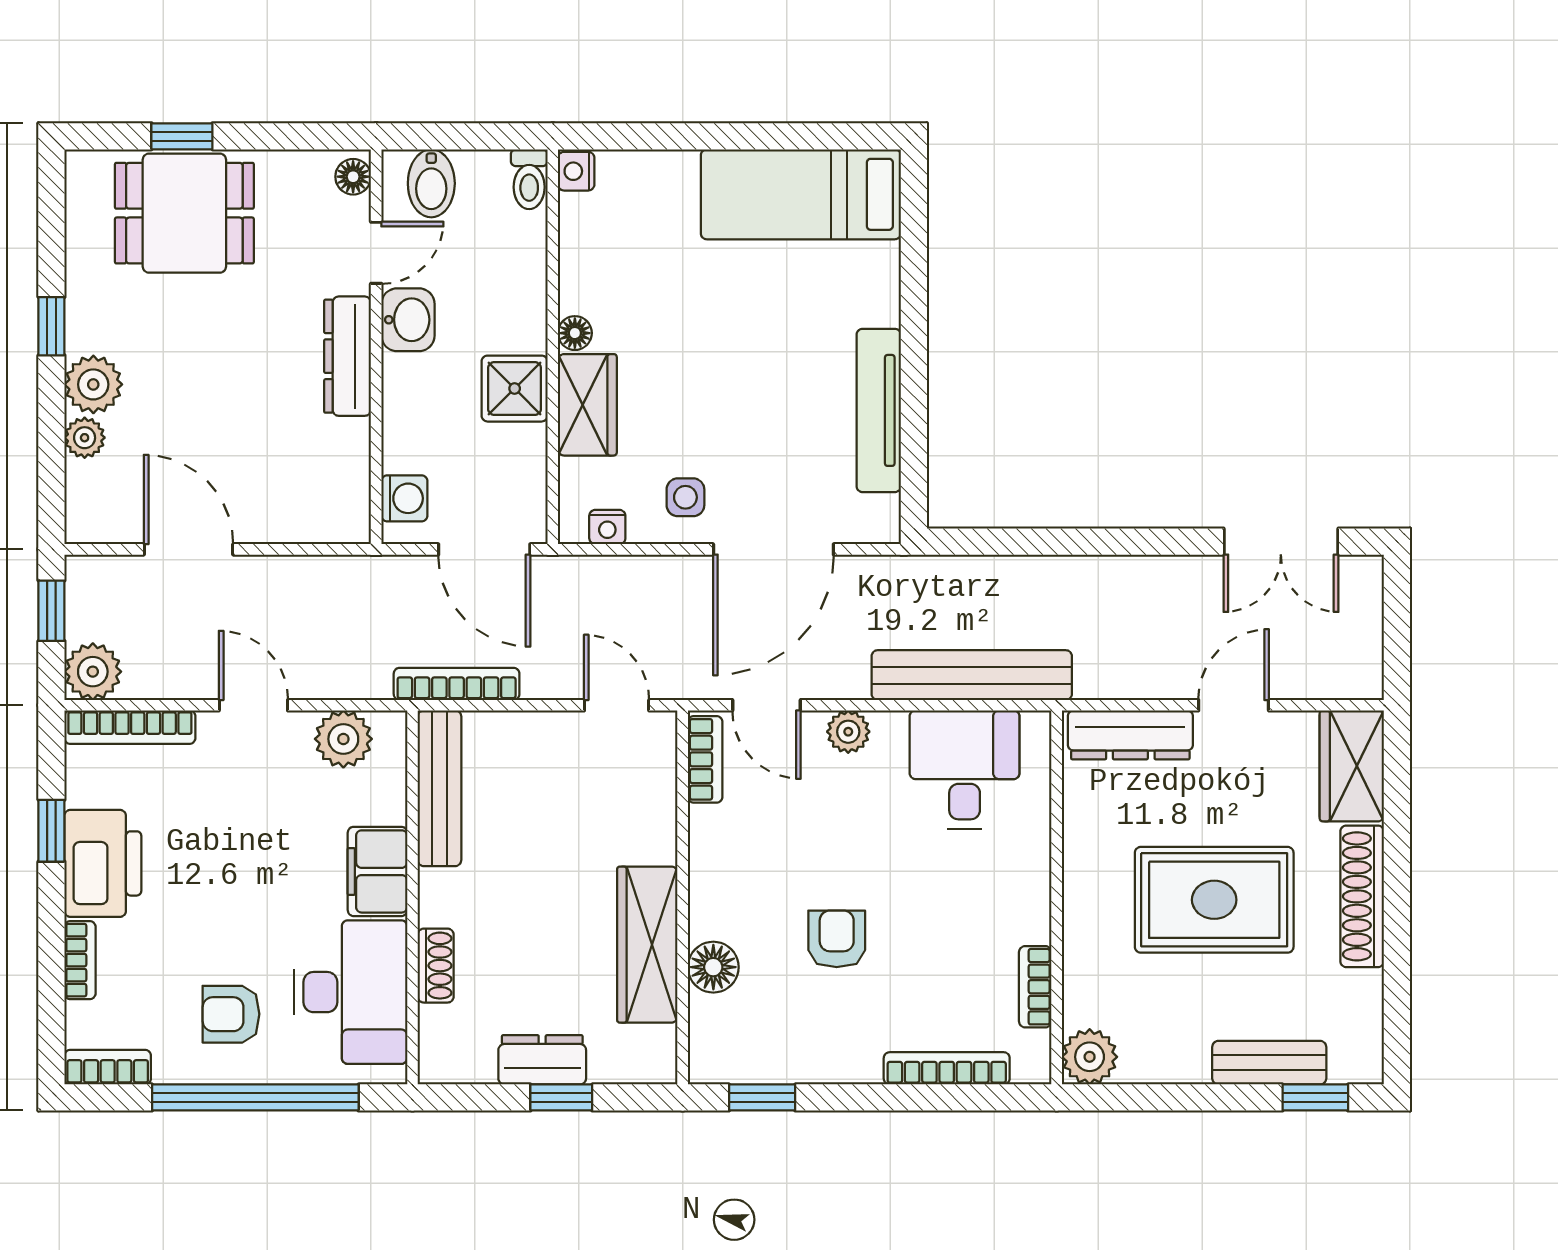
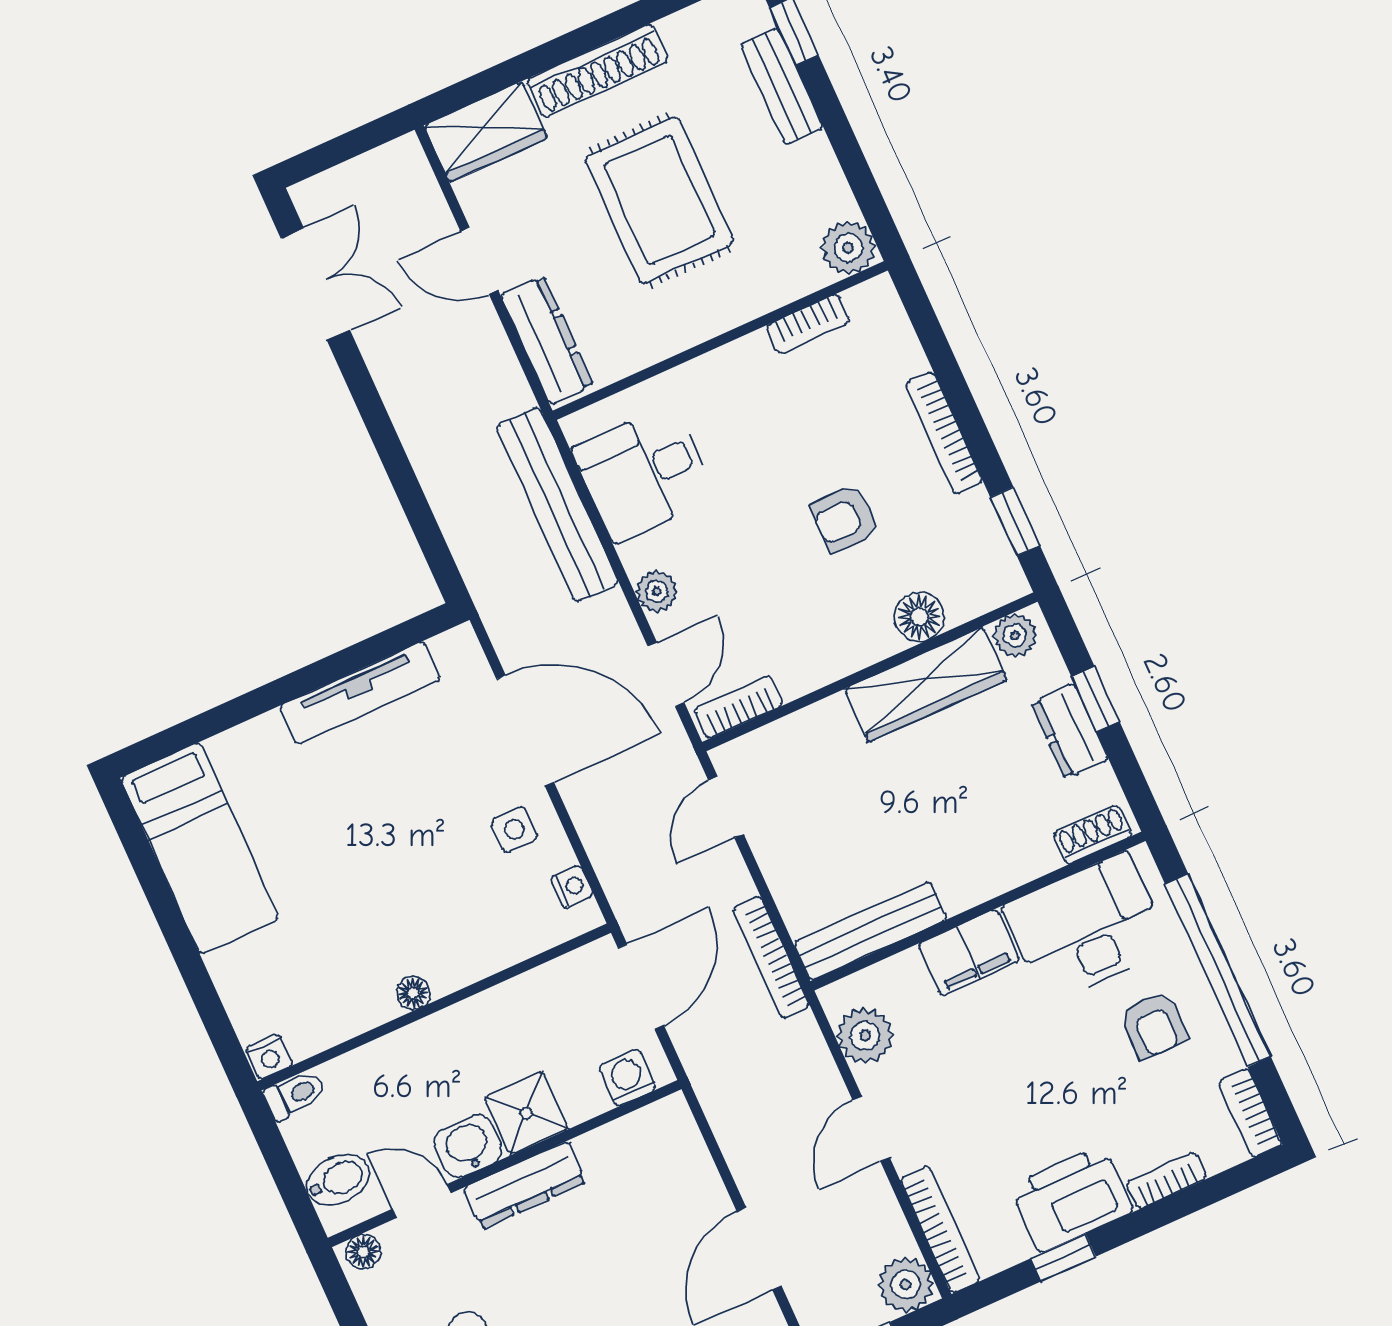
shower: (515, 389) -> (526, 1113), moved
wardrobe: (587, 405) -> (472, 953), removed
shoe rack: (436, 966) -> (1093, 835), moved
plant: (655, 1049) -> (1015, 635), added
bookcase: (947, 1068) -> (944, 433), moved

